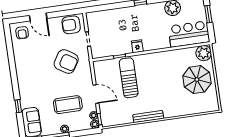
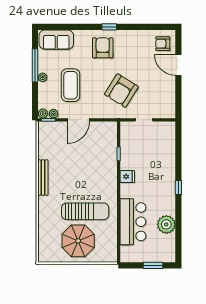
door: (38, 17) -> (178, 65), hinge flipped
armchair: (71, 25) -> (103, 48), moved
bar counter: (189, 34) -> (133, 222), moved
plant: (204, 53) -> (108, 253), removed
sun lounger: (129, 78) -> (85, 211), moved
window: (18, 106) -> (109, 27), moved

